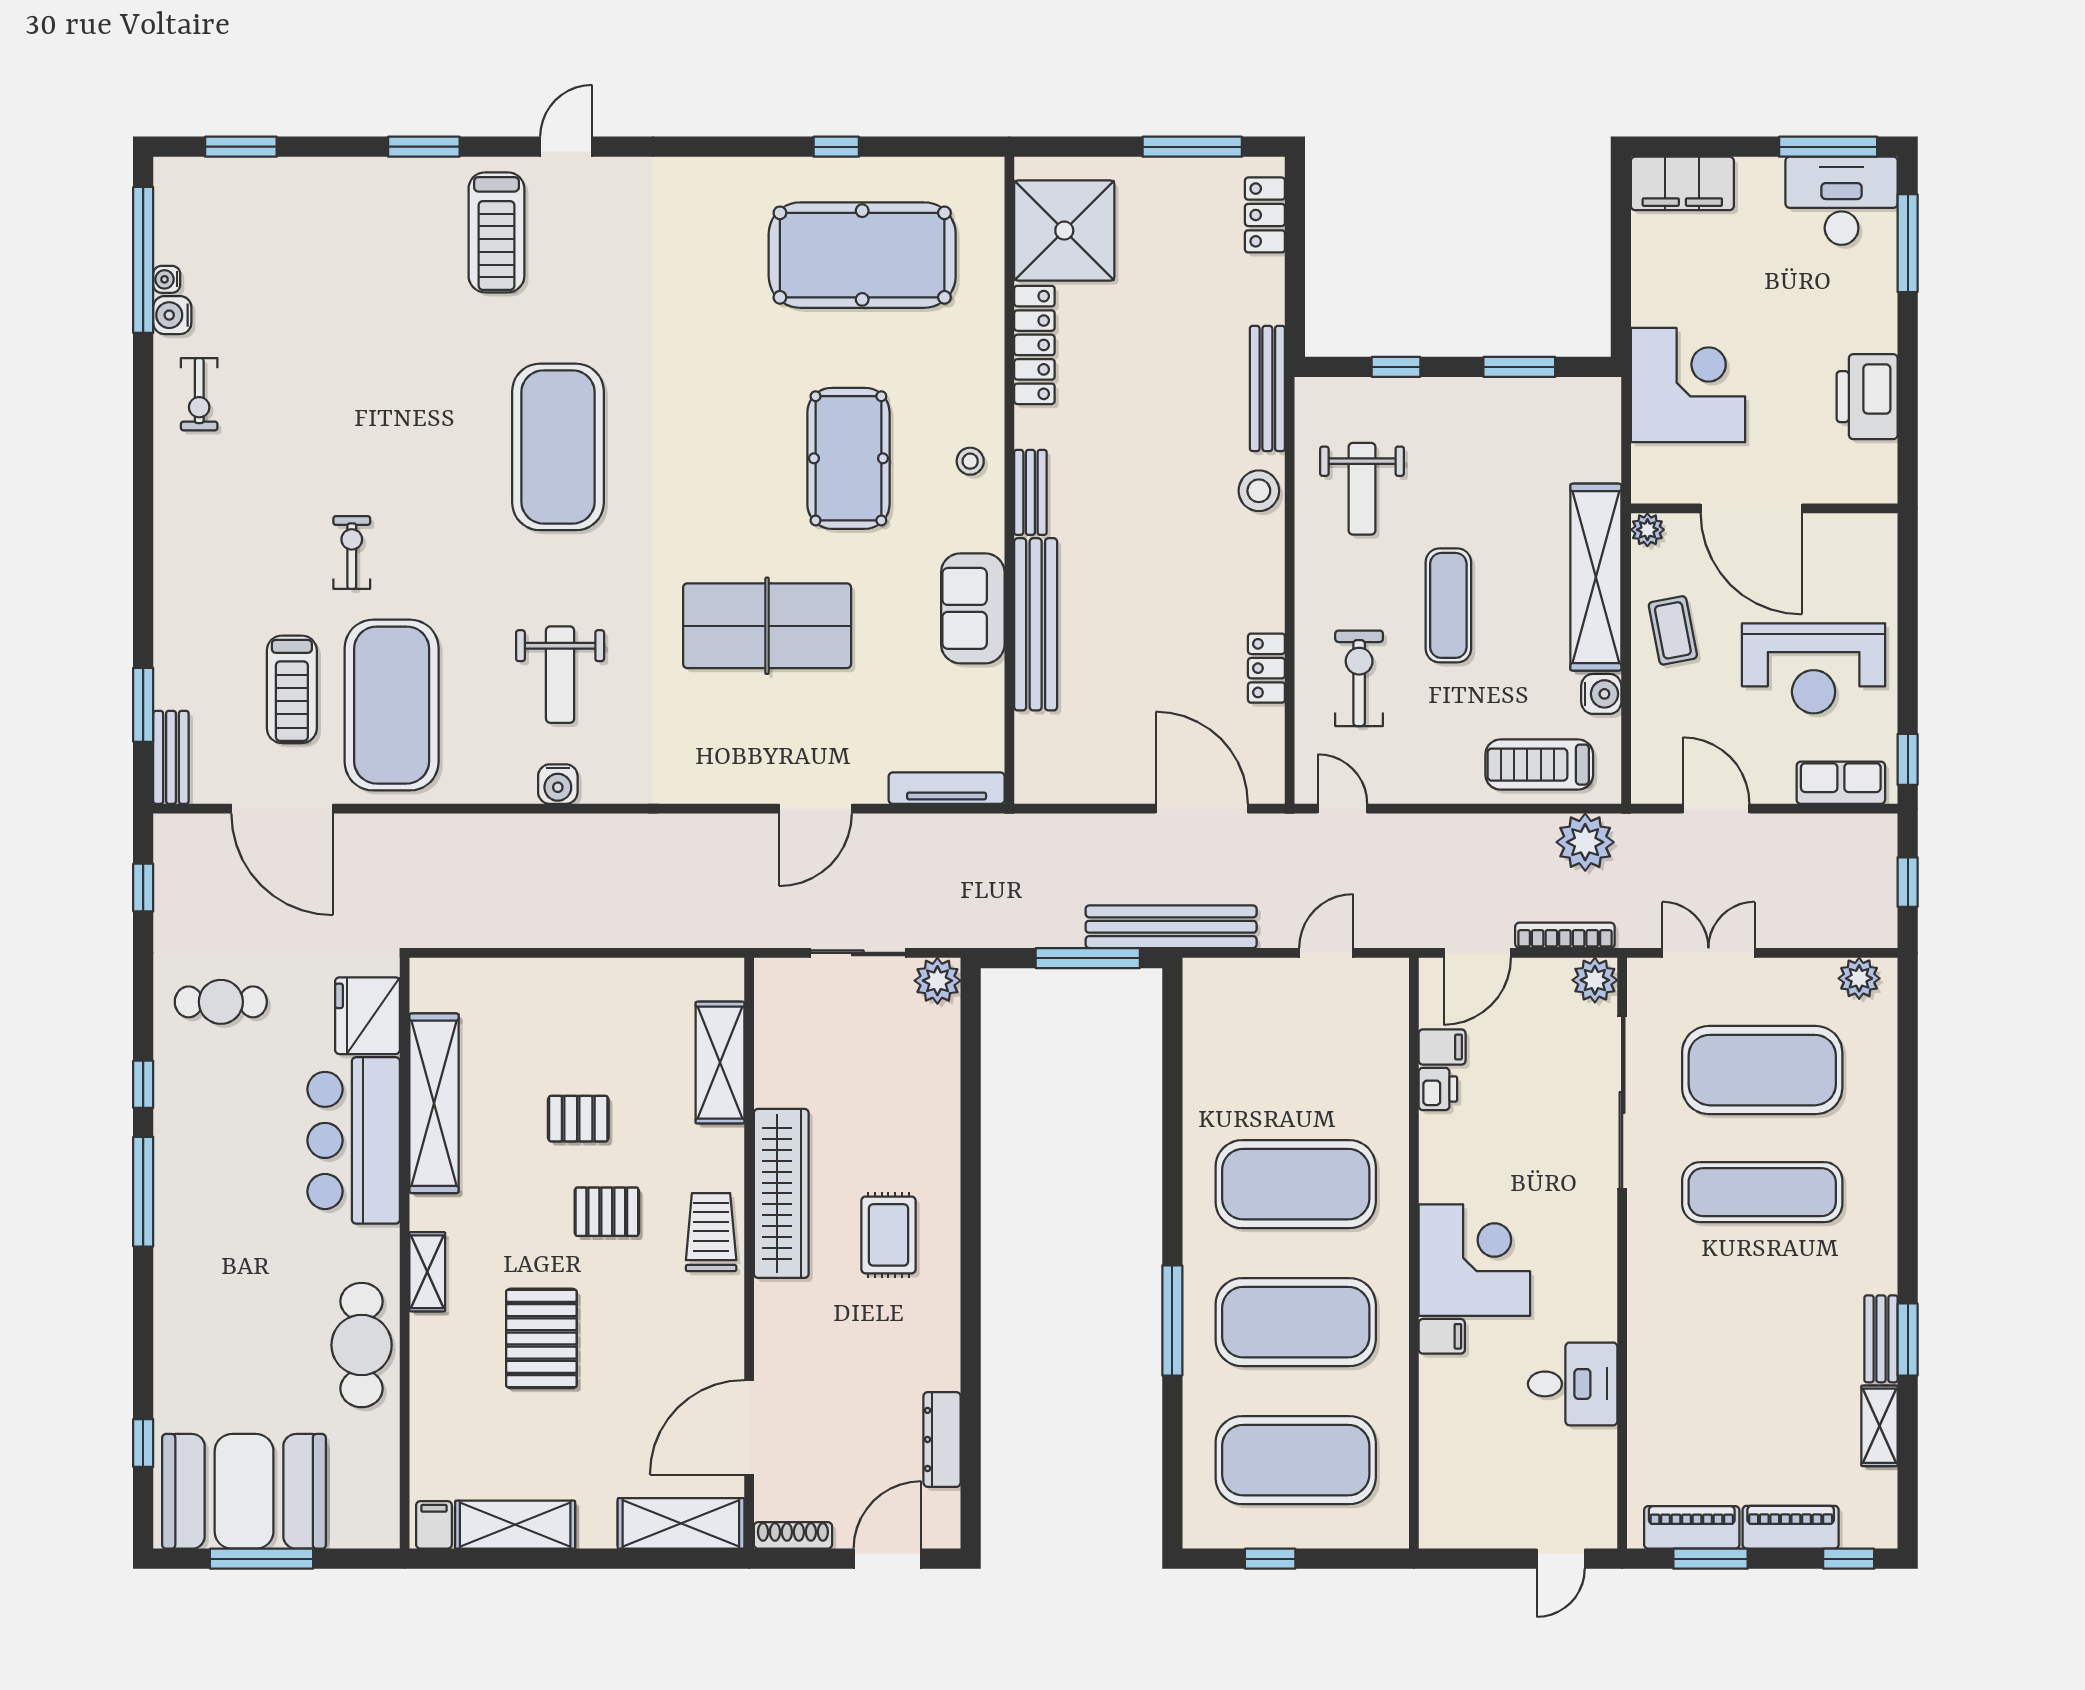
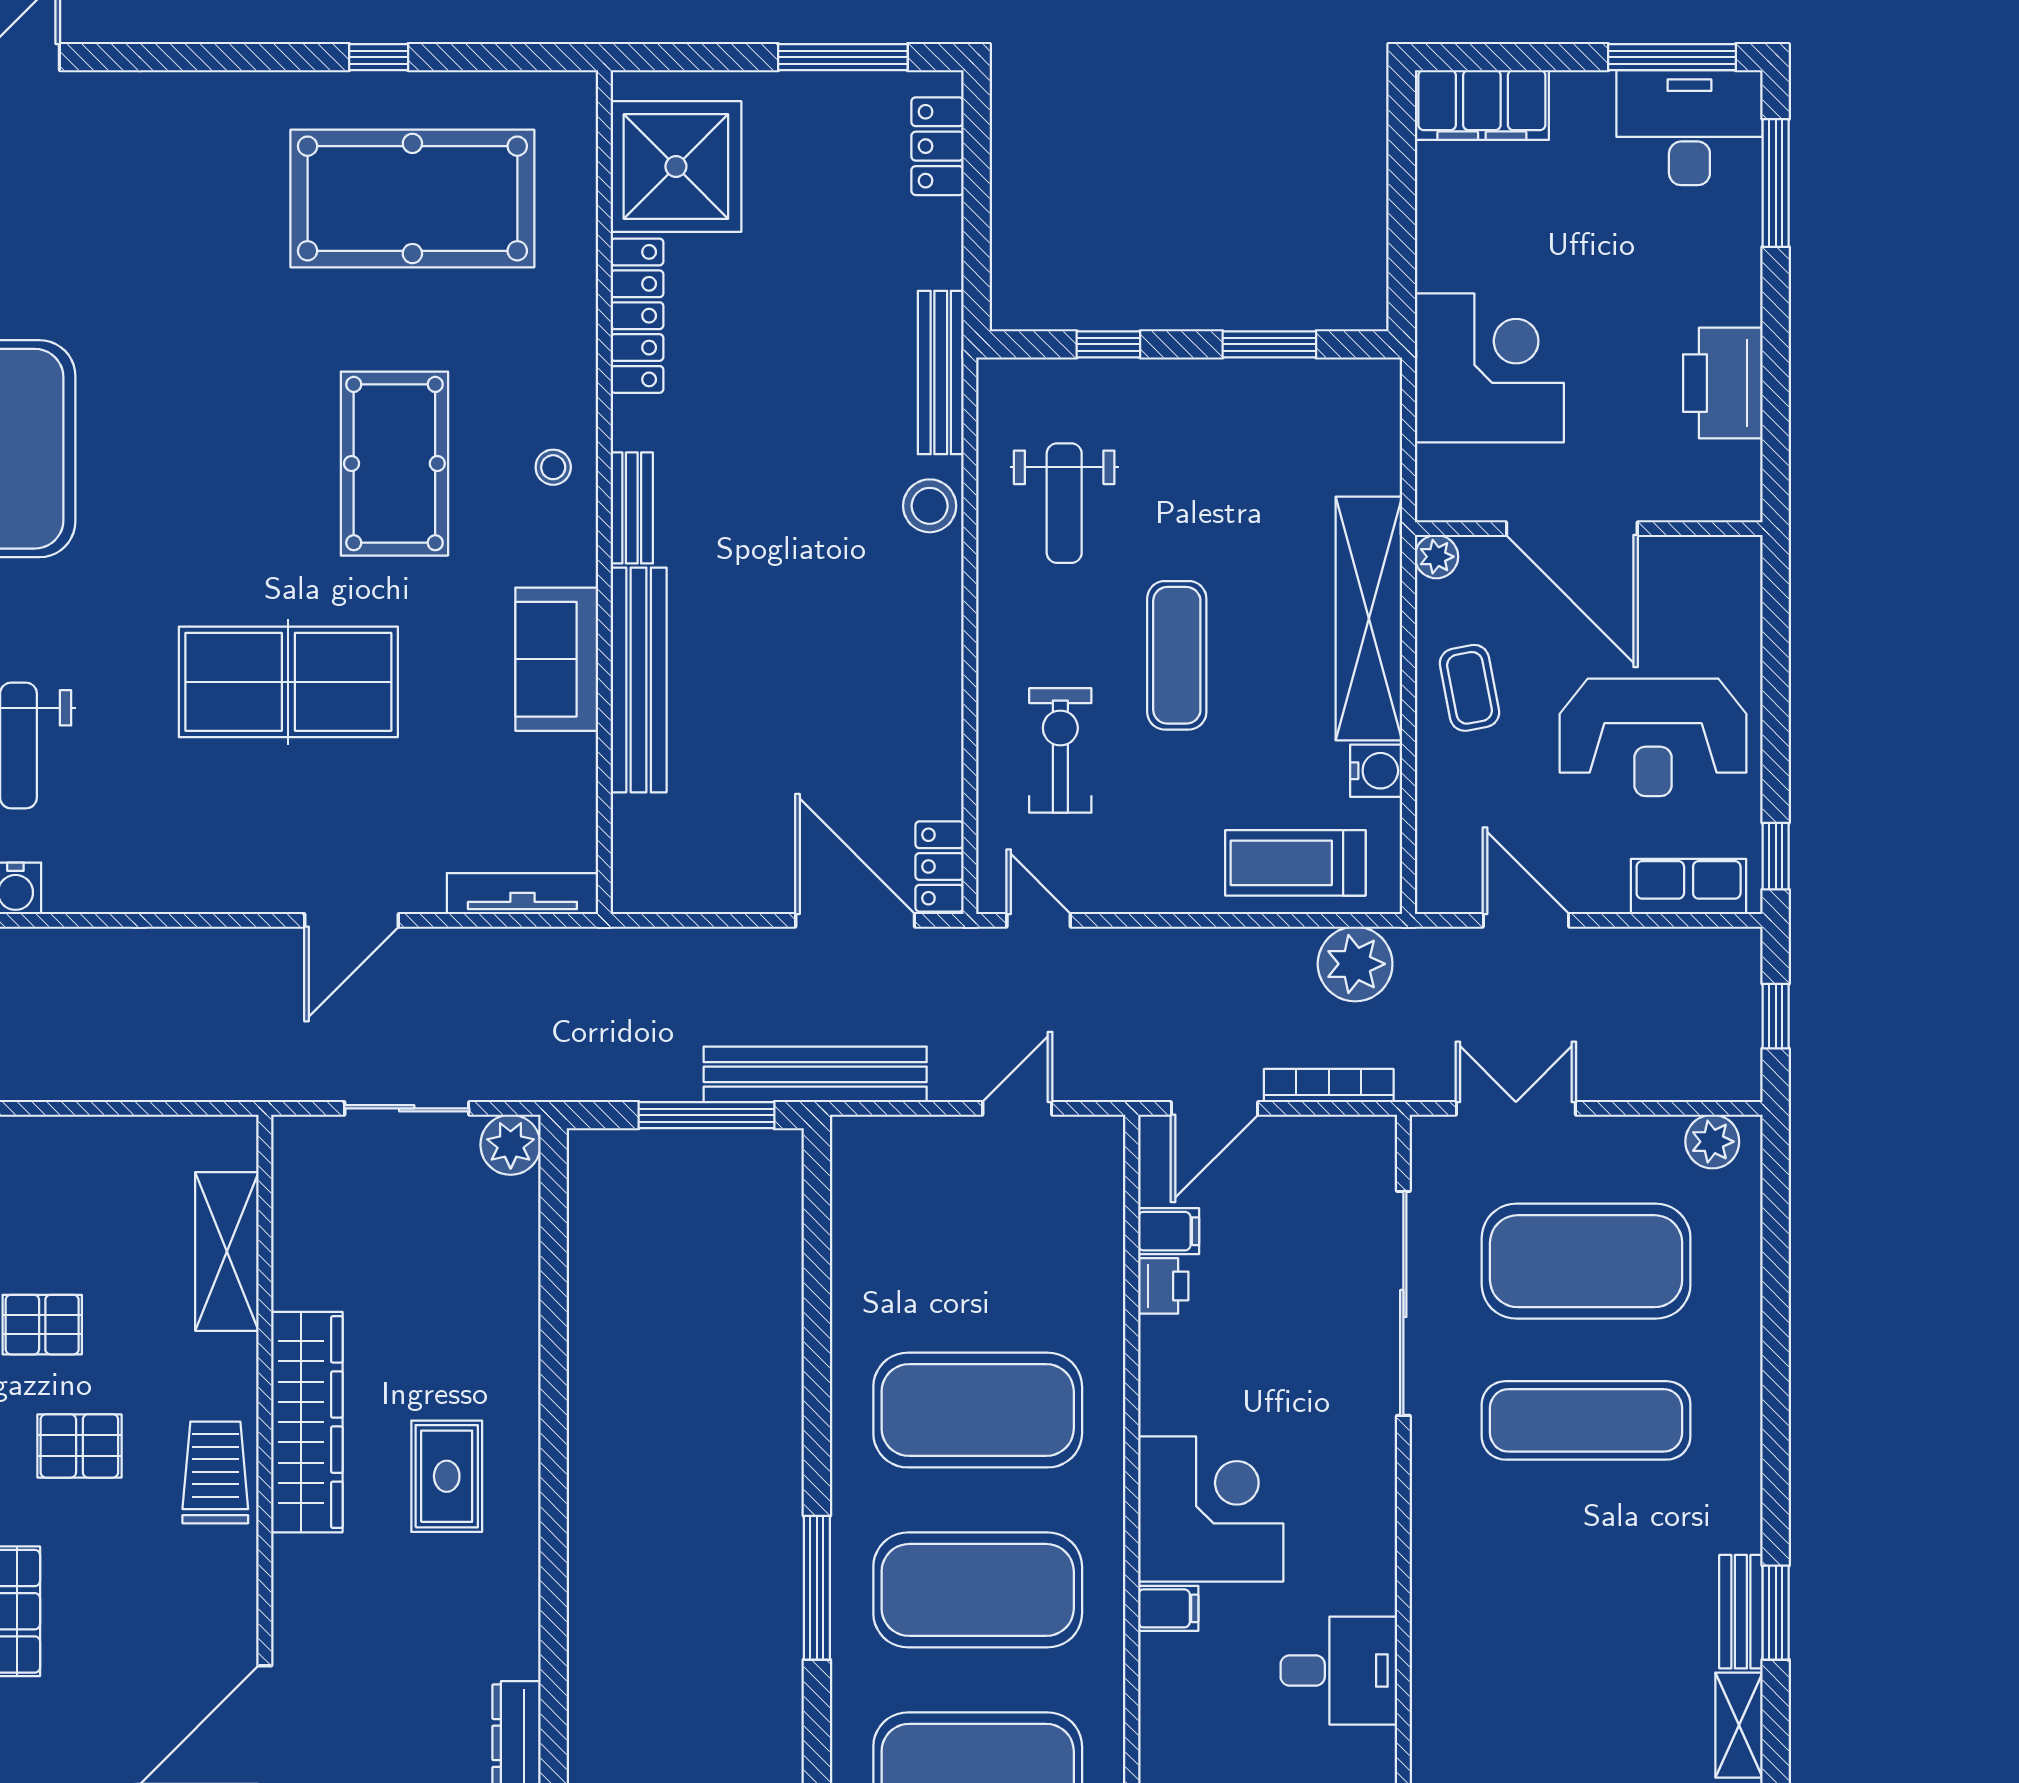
locker: (1266, 668) -> (940, 866), moved
plant: (1595, 980) -> (1368, 1144), removed

